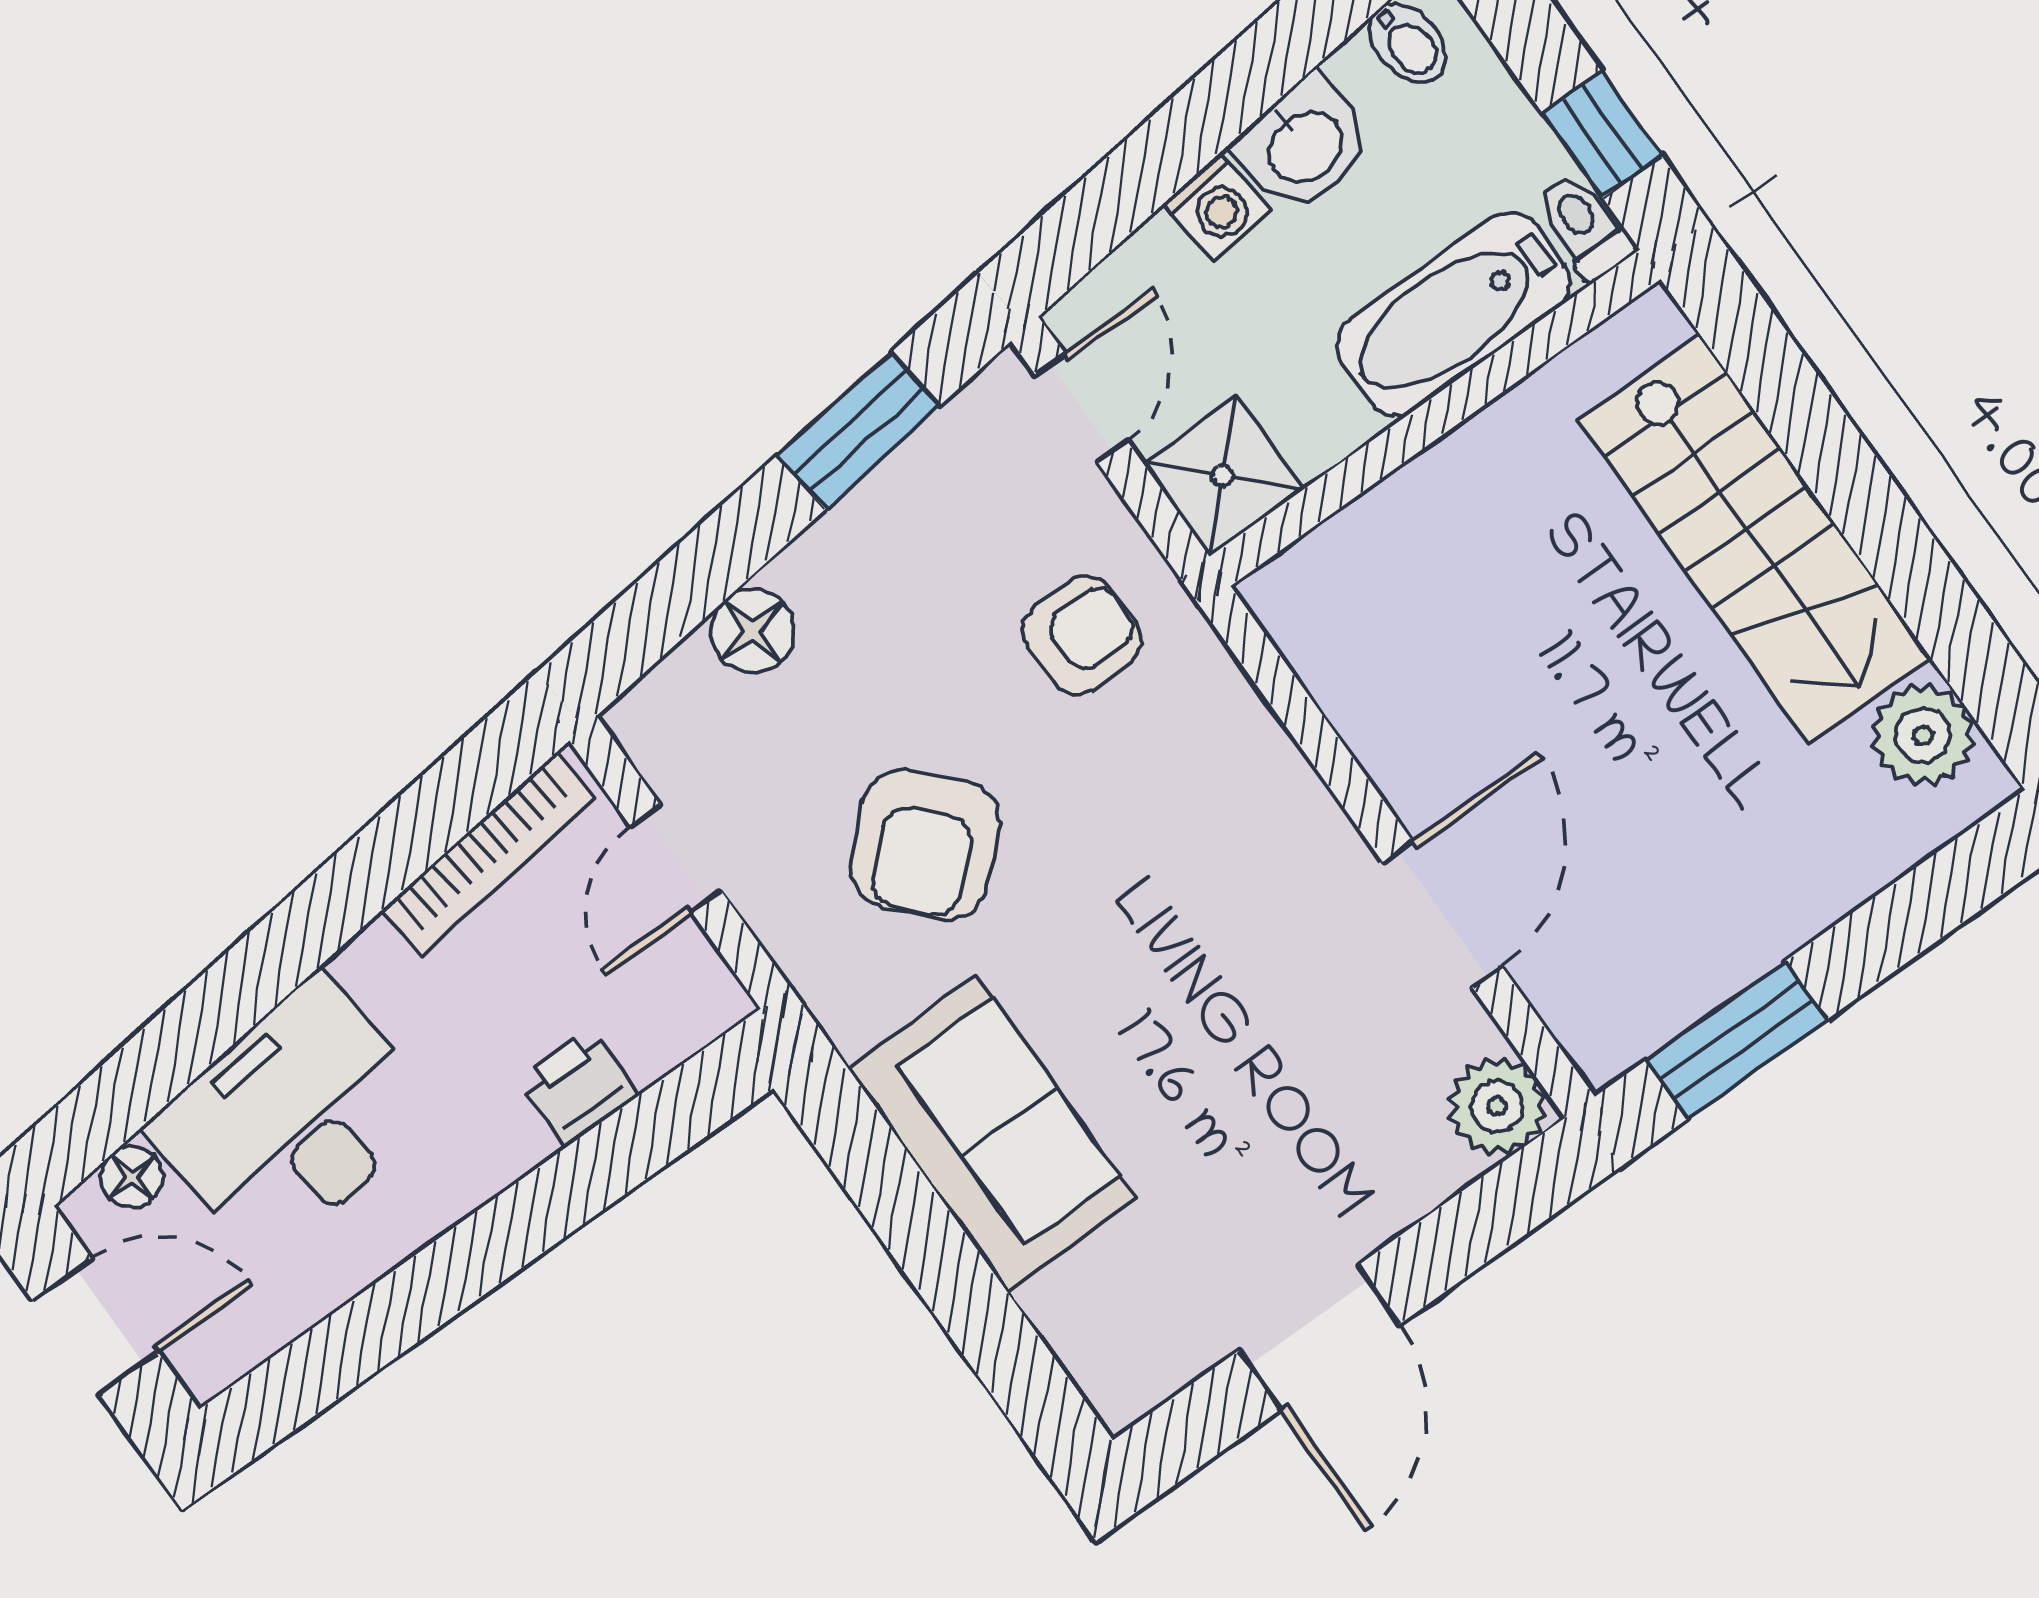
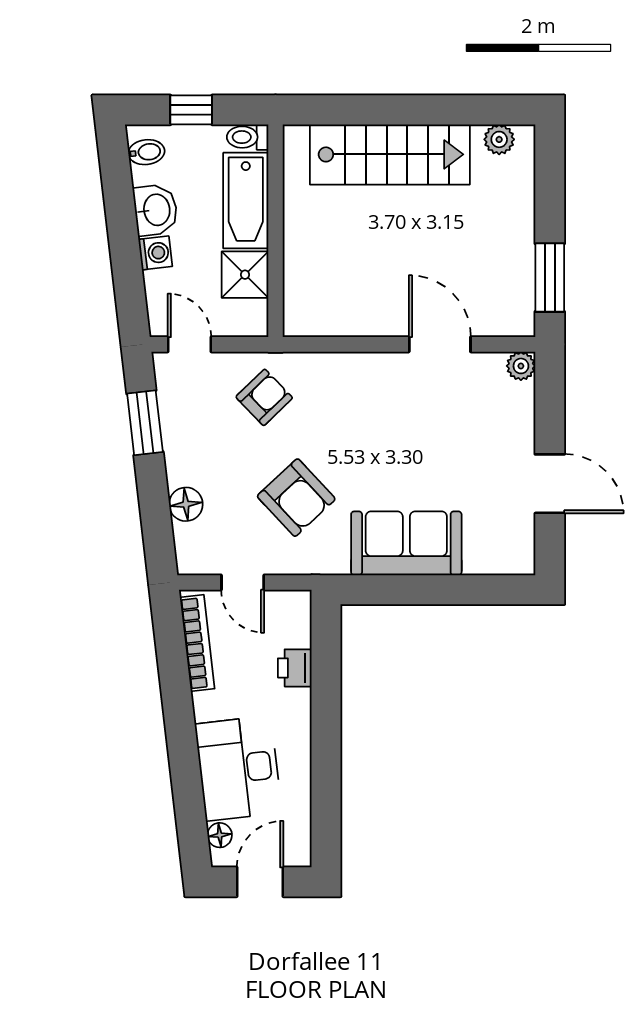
window: (1602, 135) -> (191, 110), moved
shower: (1223, 476) -> (245, 275), moved
armchair: (1082, 635) -> (264, 397), turned 46
plant: (1923, 735) -> (499, 139), width x0.73, depth x0.73
plant: (1497, 1106) -> (521, 366), width x0.73, depth x0.73

